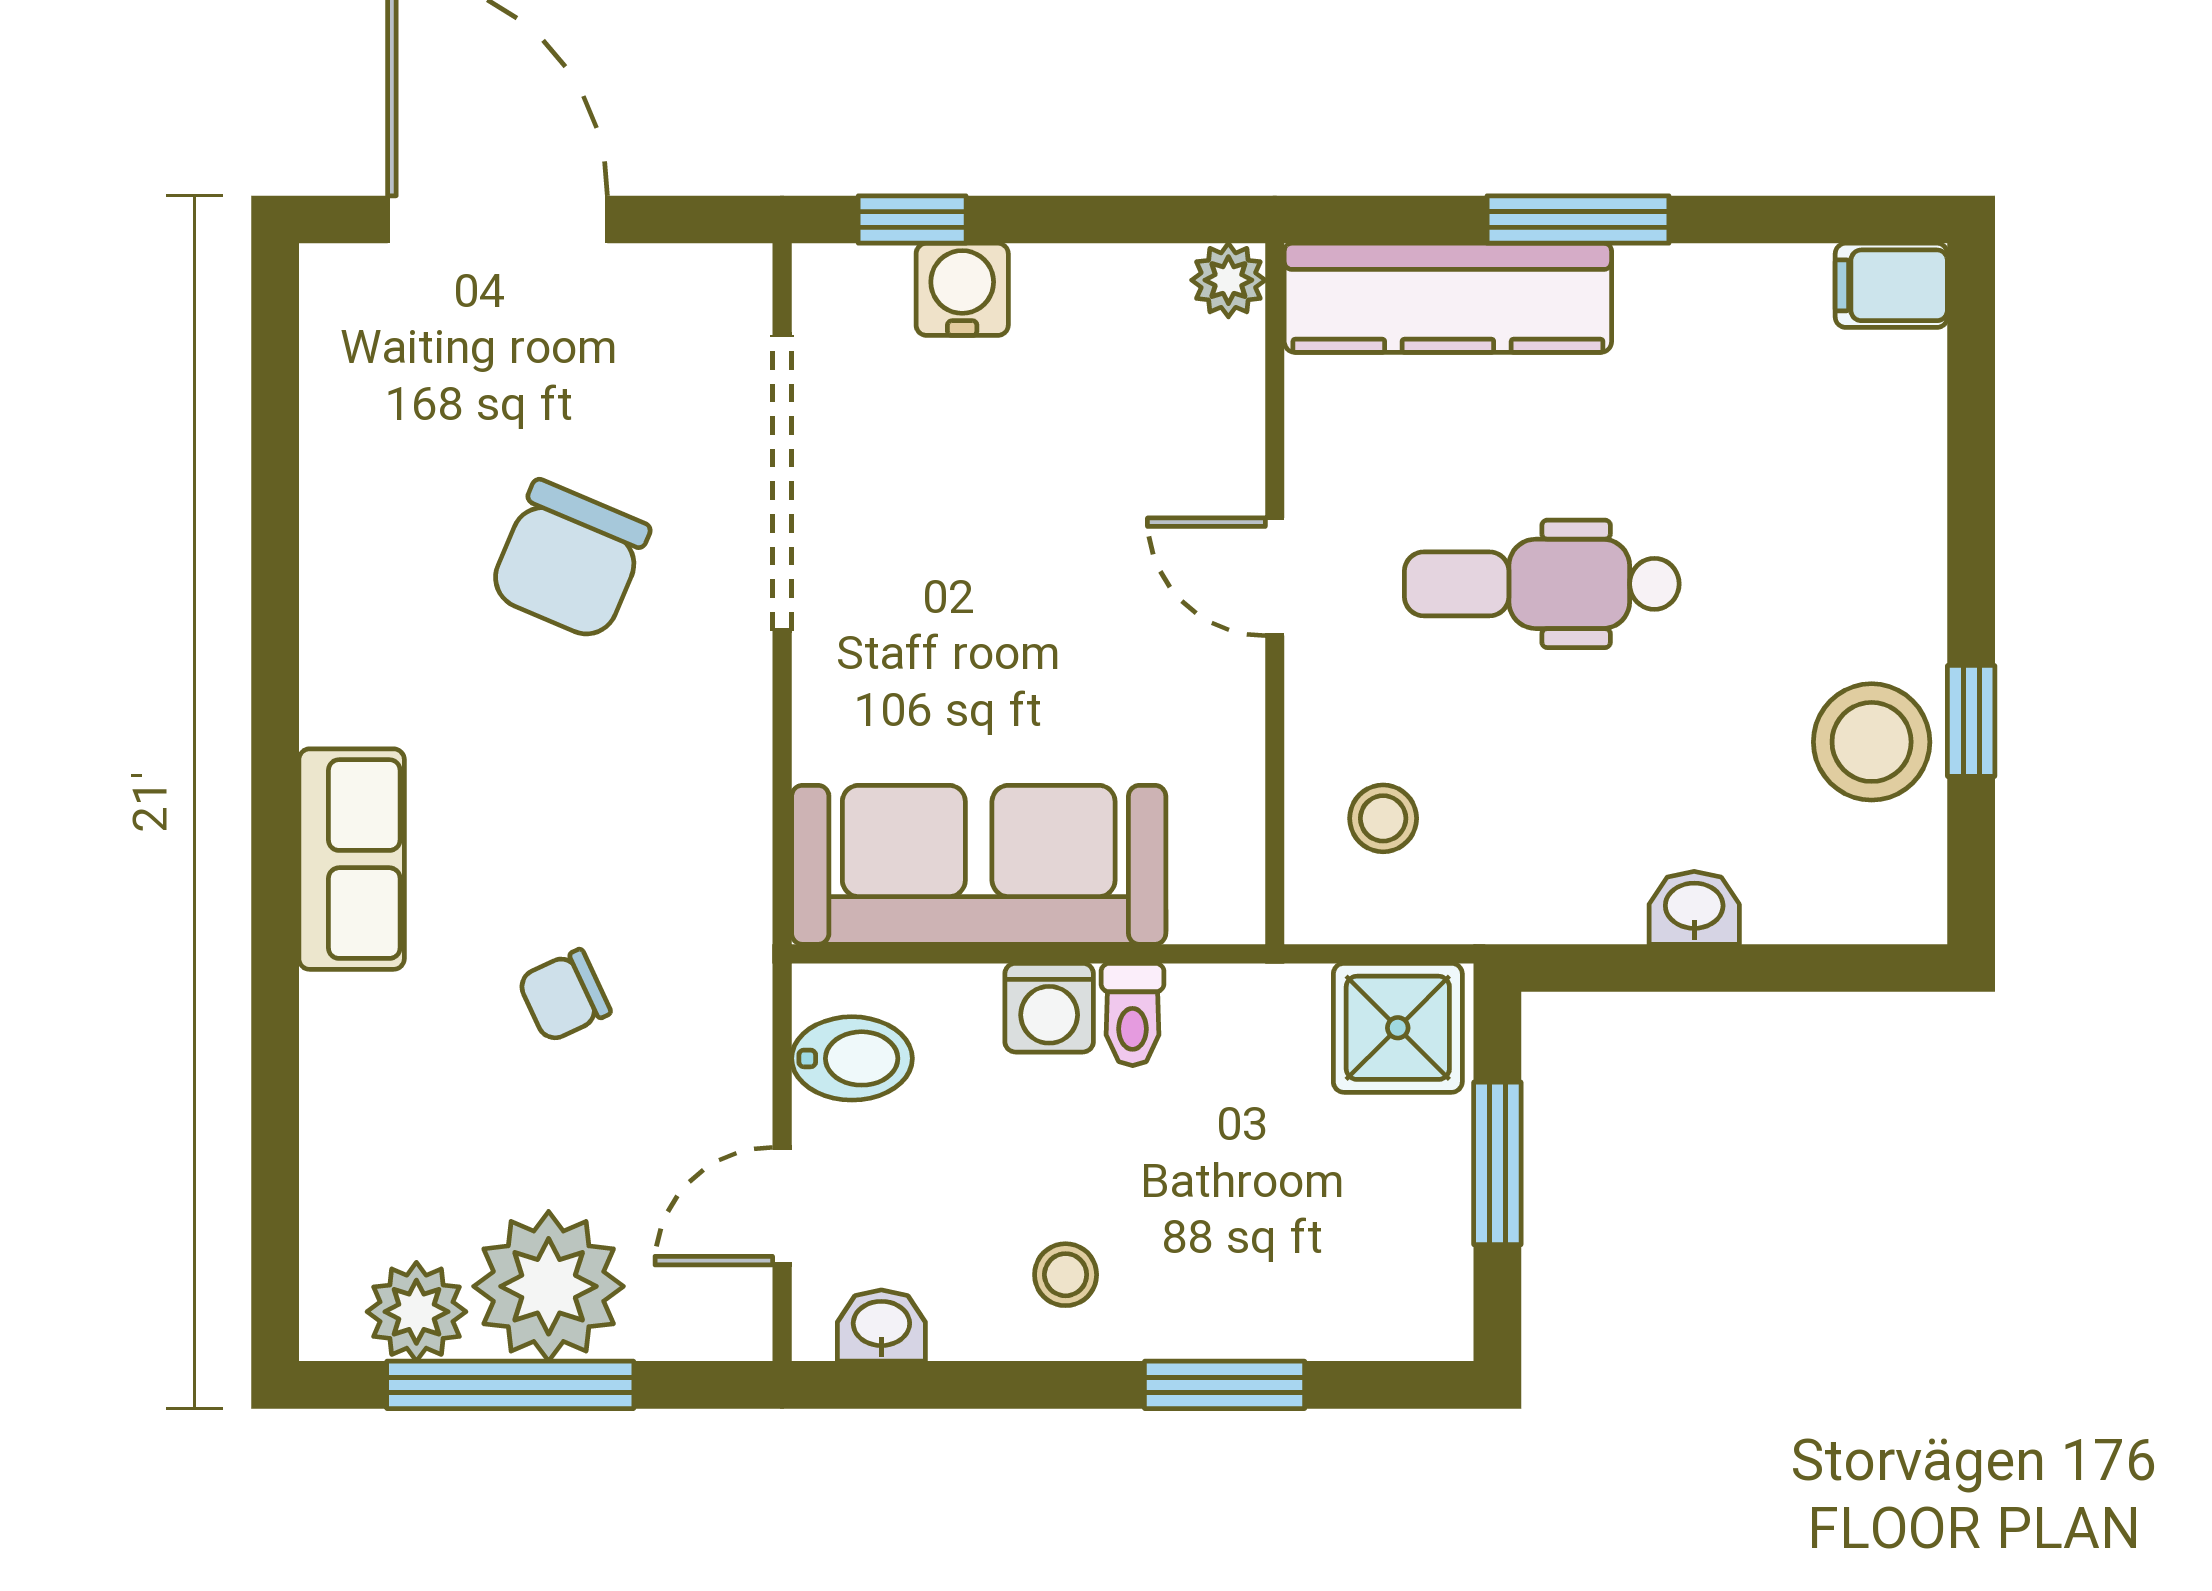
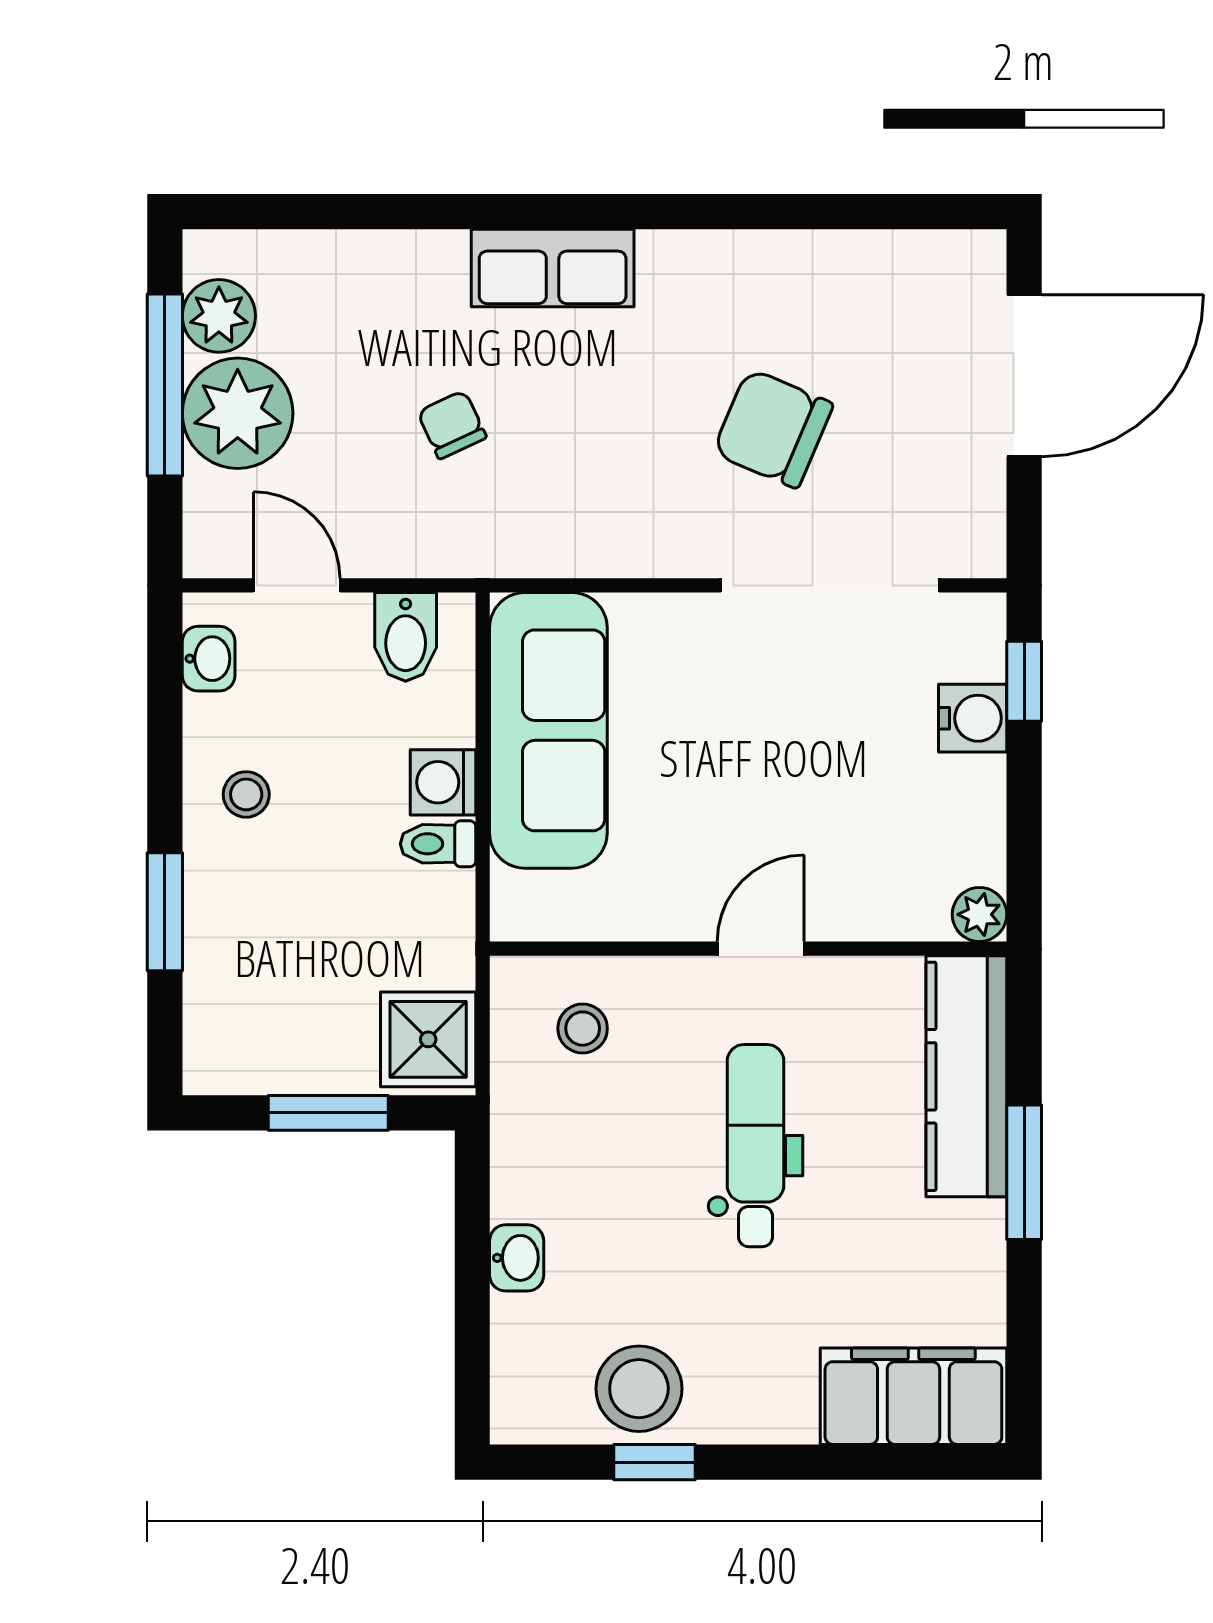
filing cabinet: (1891, 285) -> (913, 1396), width x3.00, depth x1.17

